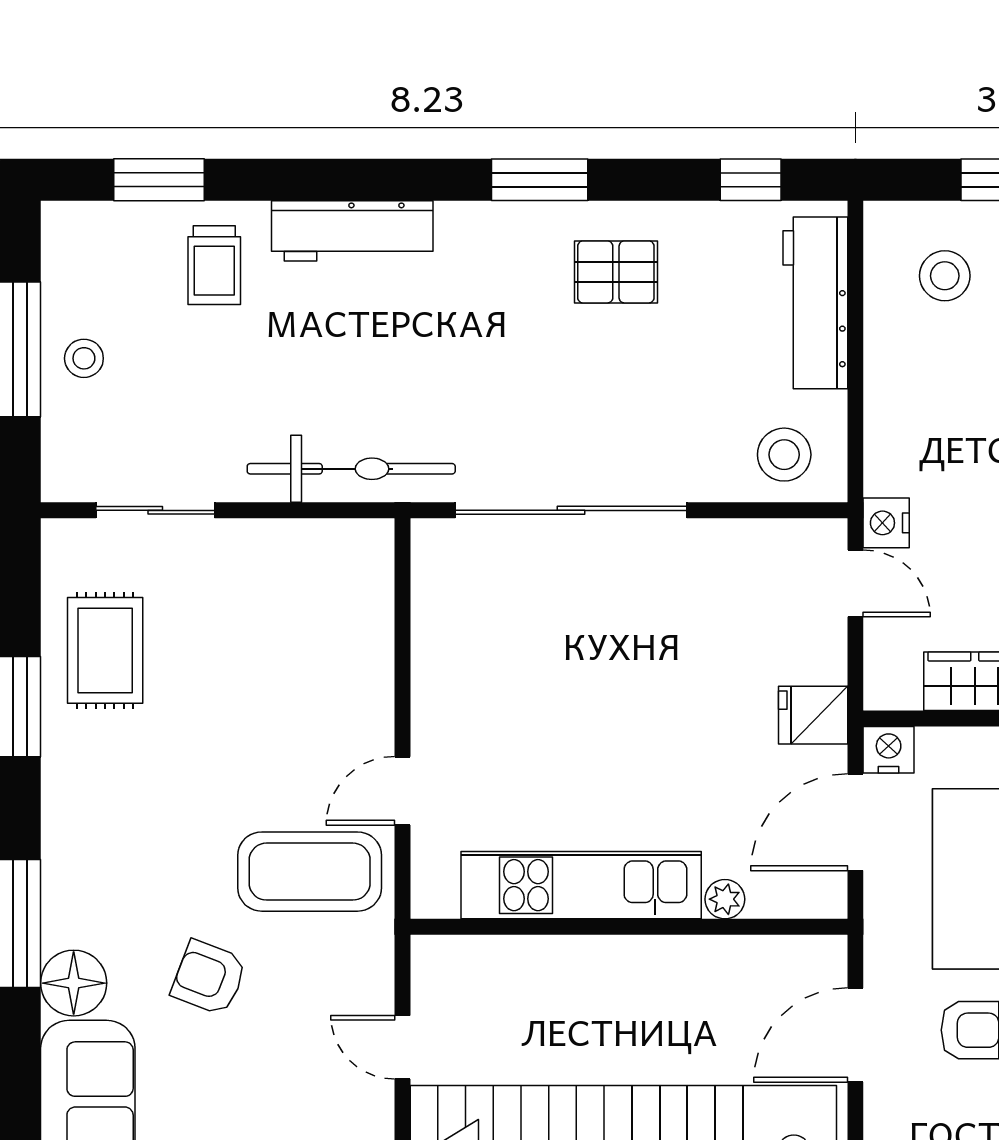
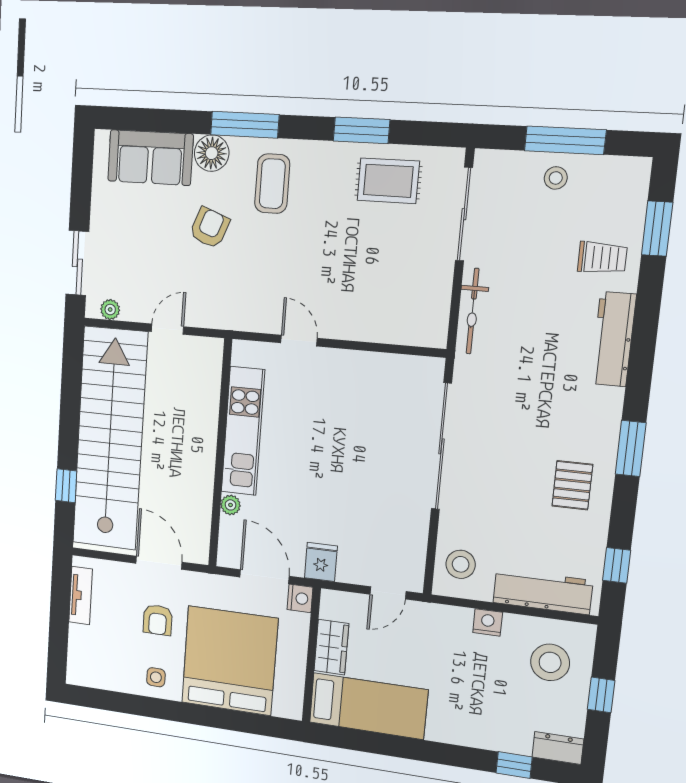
trolley: (214, 265) -> (602, 258), turned 180
stool: (945, 276) -> (550, 662), width x1.38, depth x1.38
bicycle: (351, 469) -> (473, 311), width x0.73, depth x0.71
sliding door: (155, 510) -> (464, 214), width x1.37
nightstand: (886, 523) -> (488, 622), moved
coffee table: (310, 872) -> (272, 184), moved, width x0.73, depth x0.76

